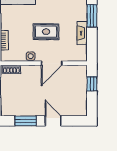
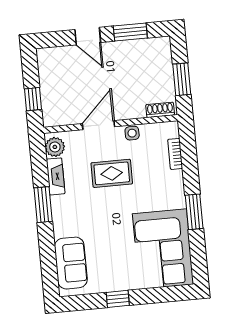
plant: (81, 52) -> (55, 147), added

